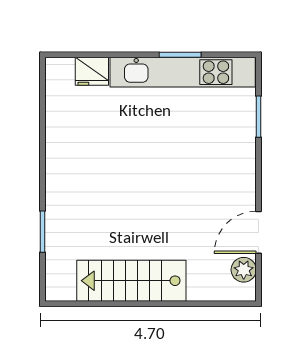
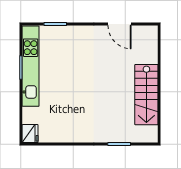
fridge: (92, 71) -> (30, 134), moved
plant: (244, 270) -> (140, 32), removed

